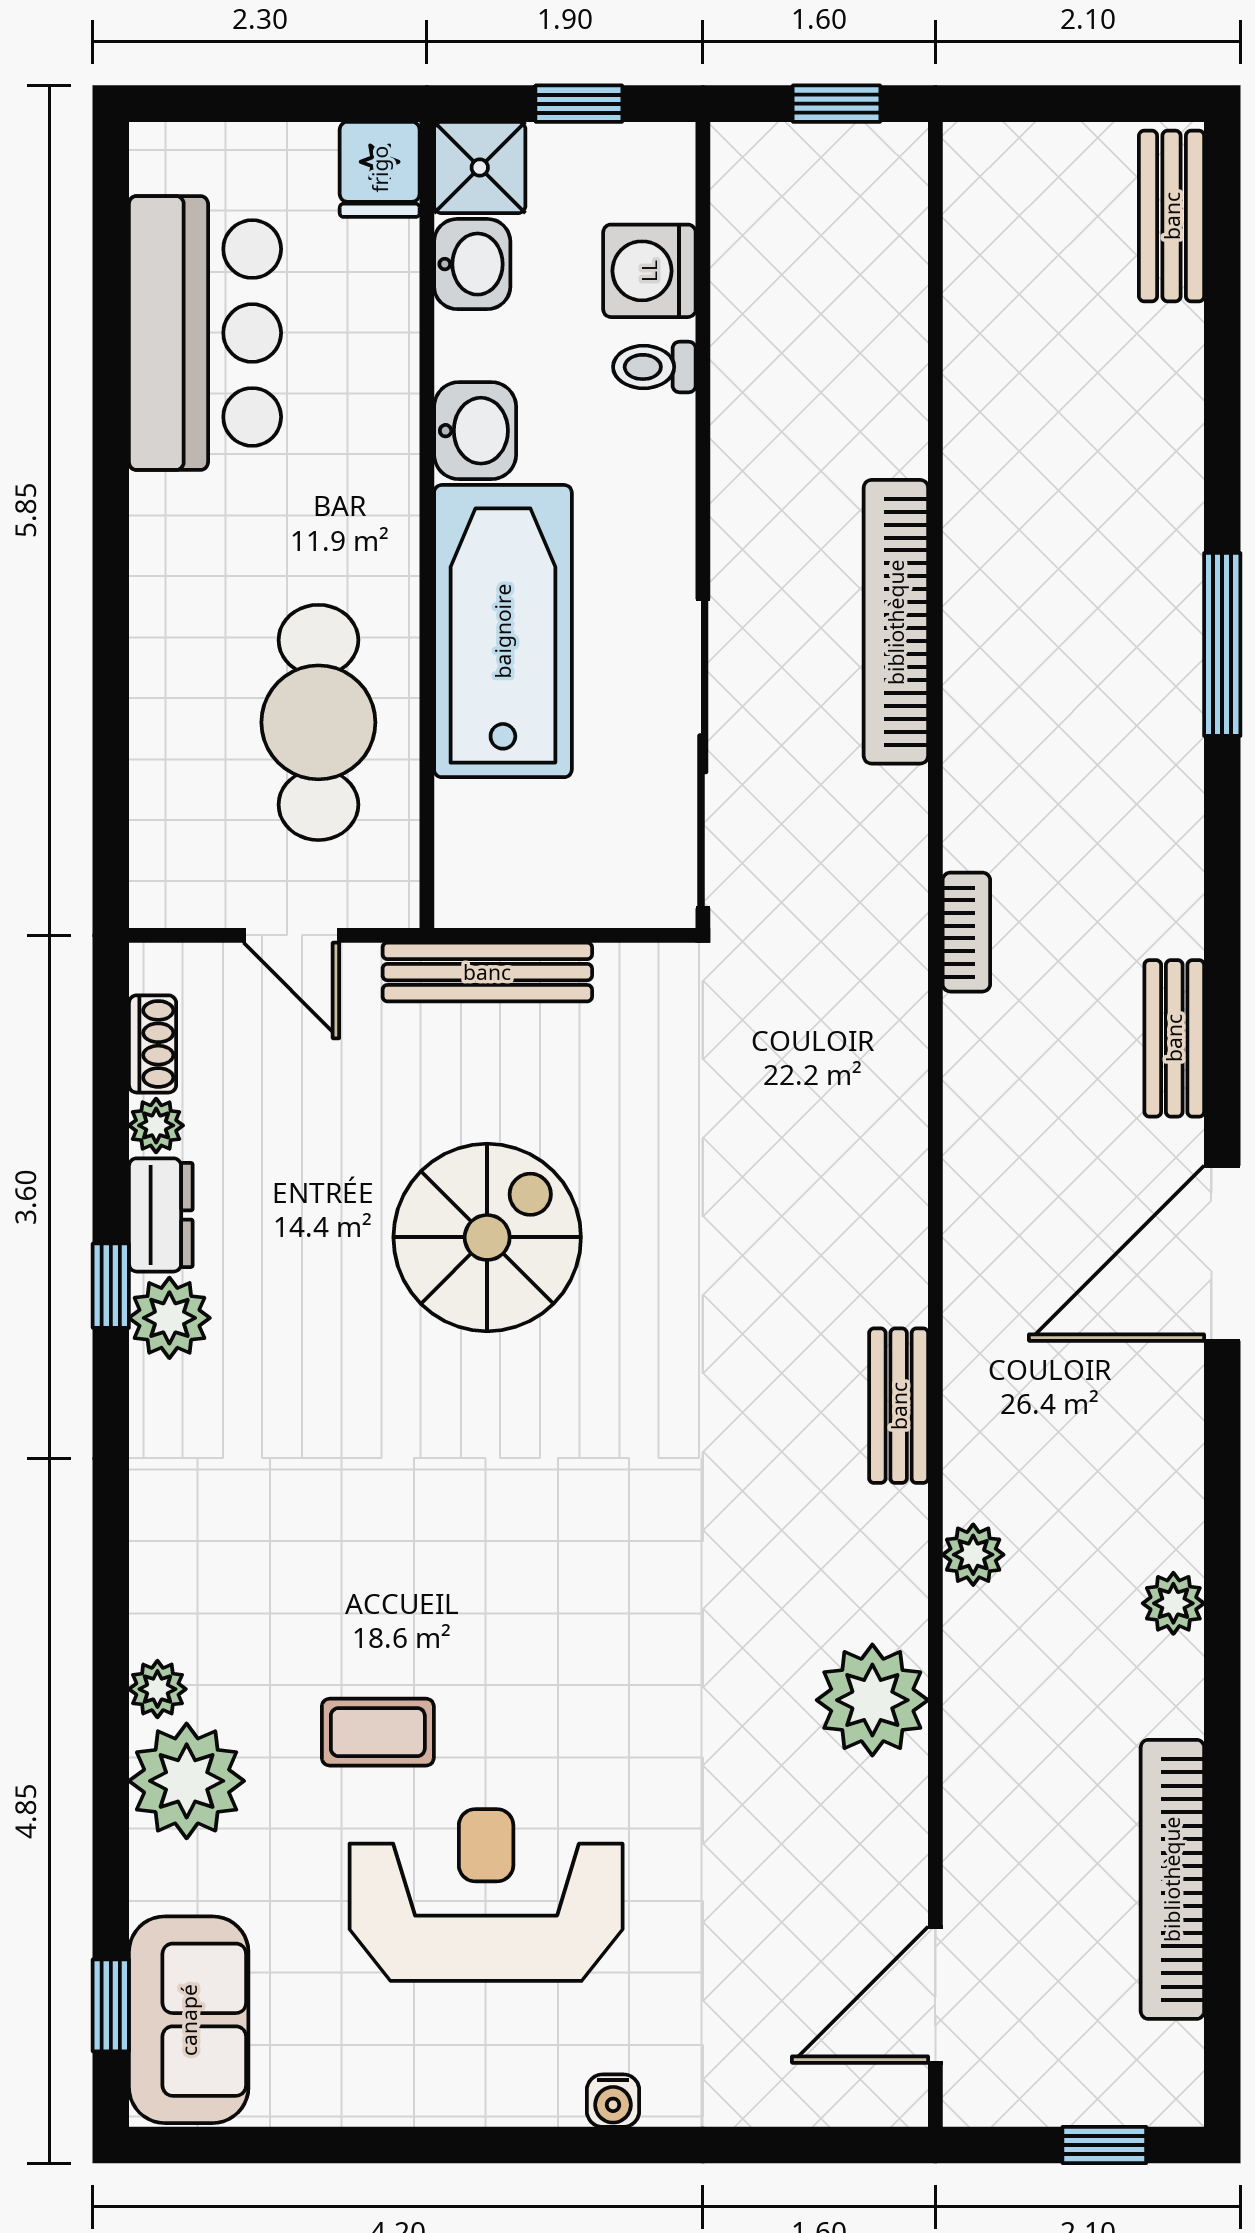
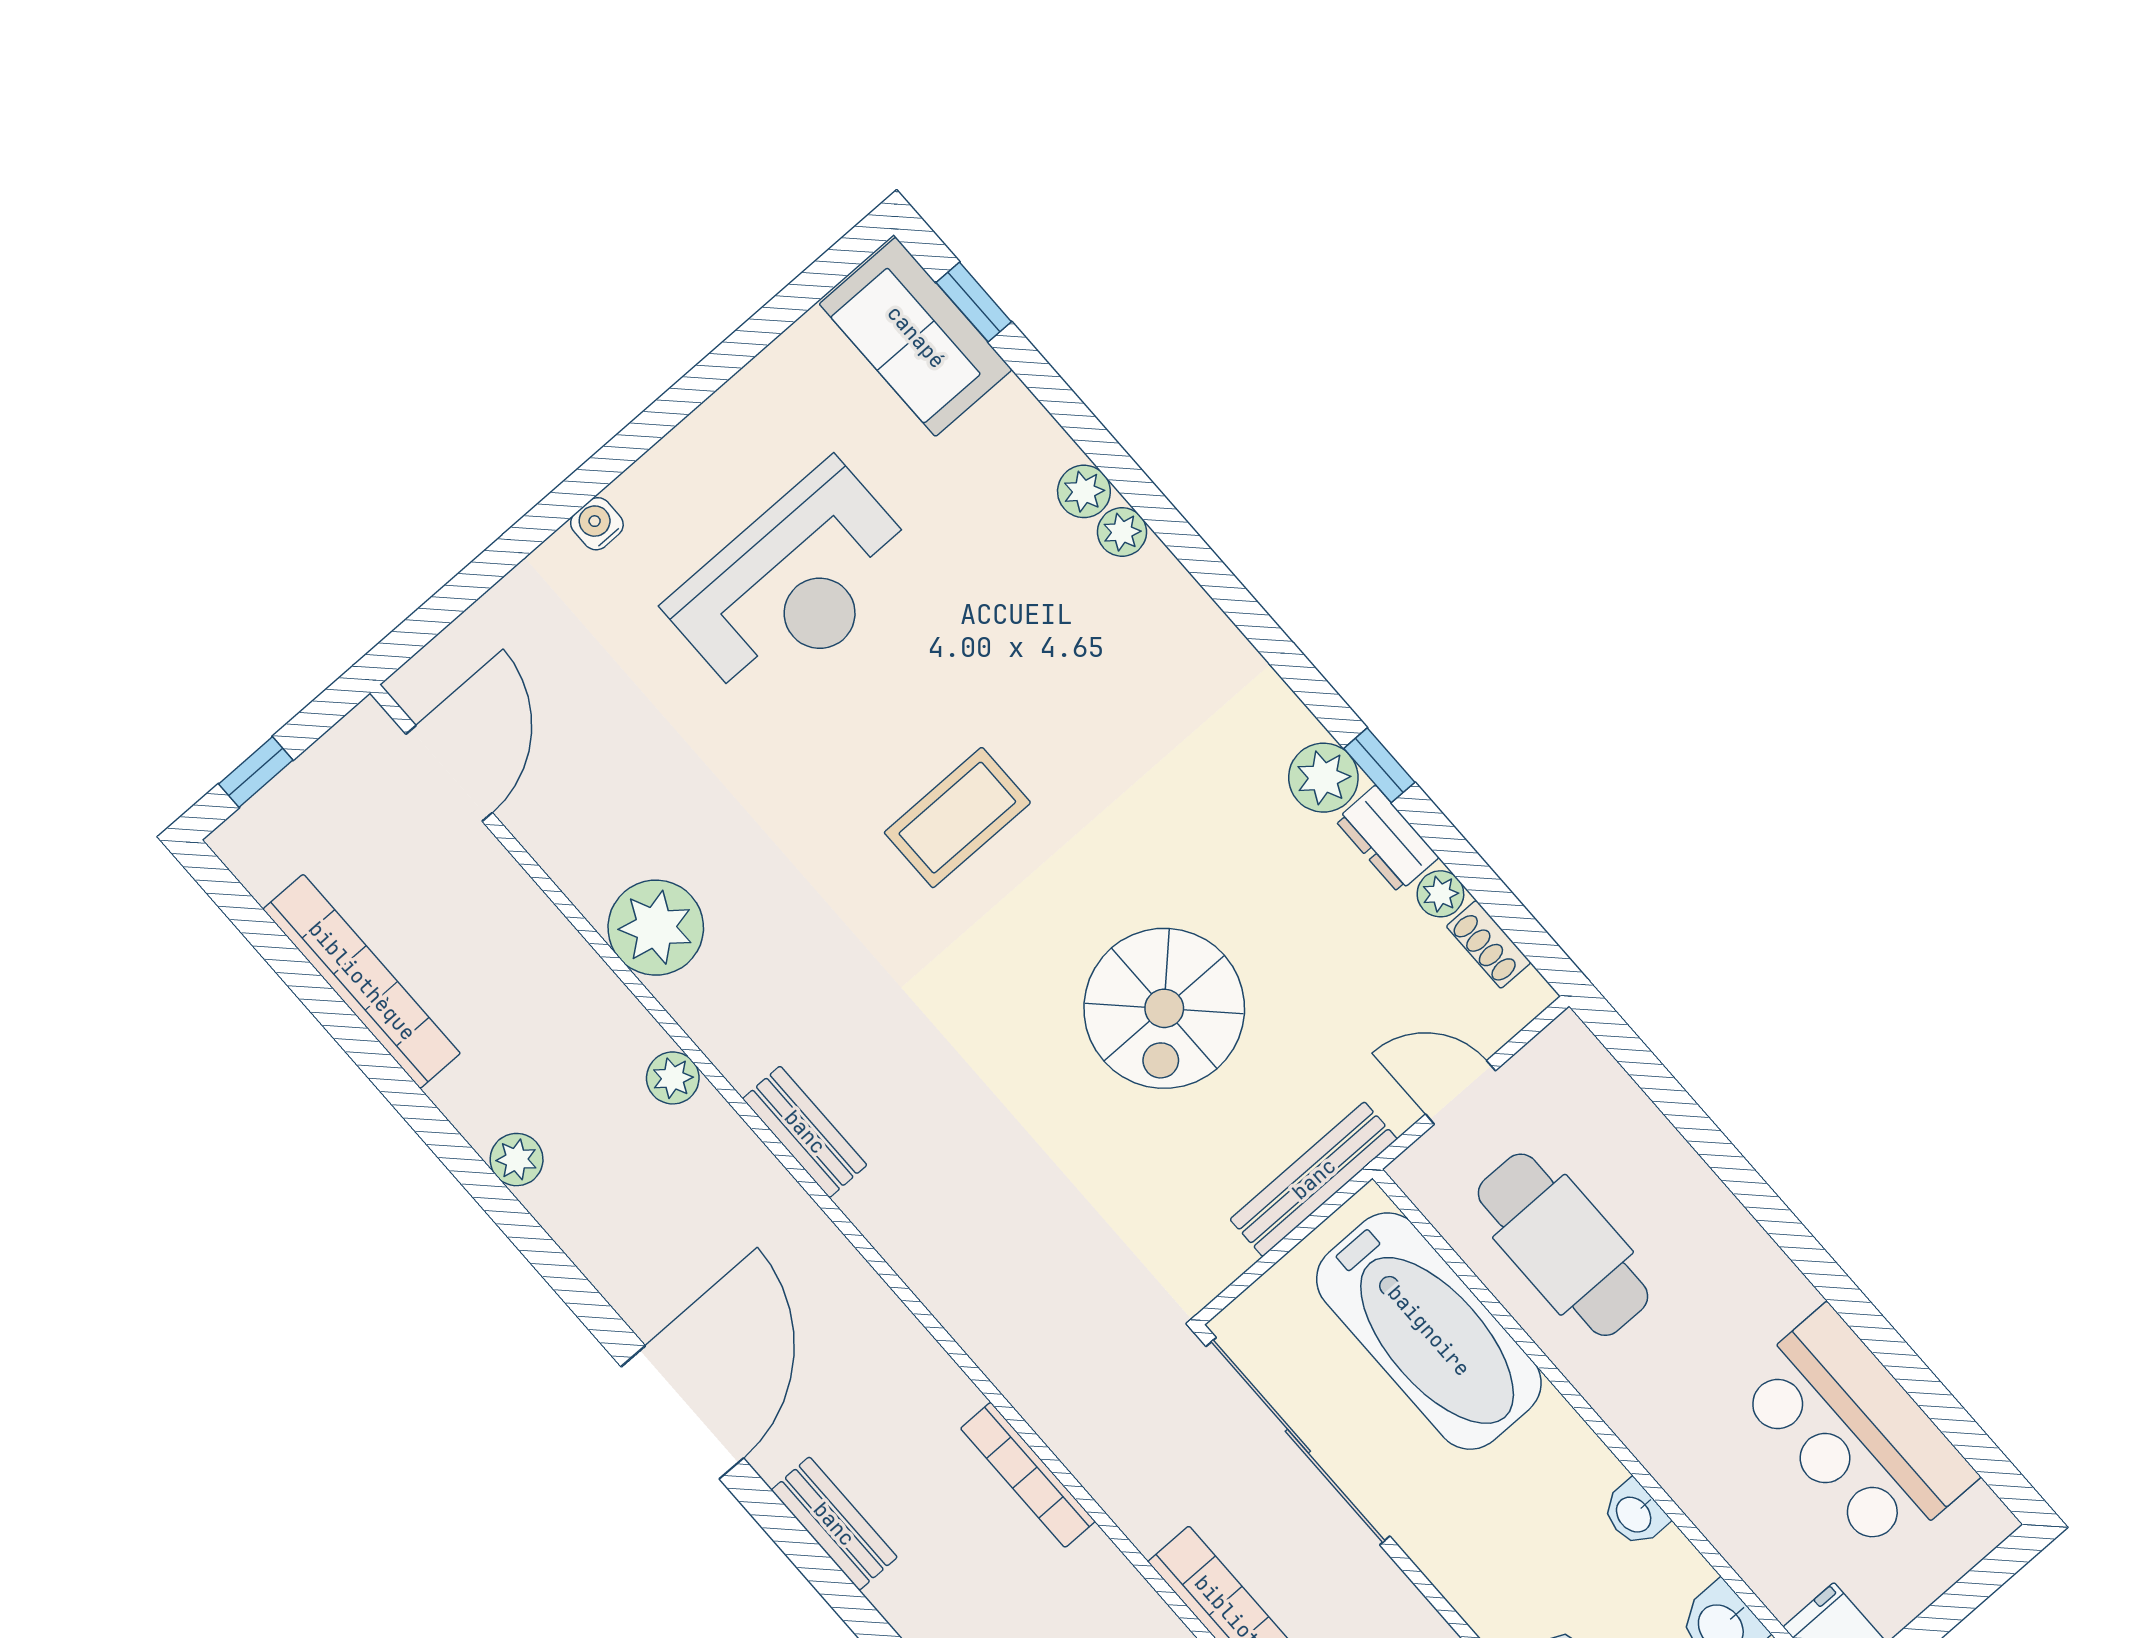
washbasin: (475, 431) -> (1635, 1514), width x0.72, depth x0.69
bathtub: (503, 631) -> (1429, 1331), moved
bookcase: (966, 932) -> (1028, 1475), width x1.56
coffee table: (378, 1732) -> (957, 818), moved, width x1.36, depth x1.30
plant: (187, 1781) -> (1084, 491), width x0.53, depth x0.53

